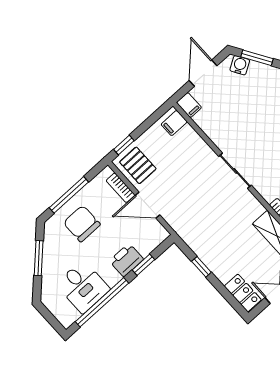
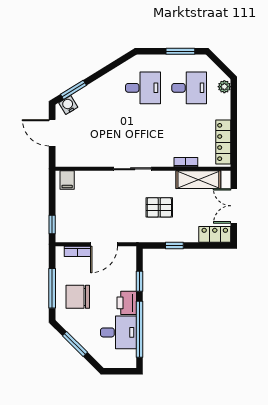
filing cabinet: (189, 105) -> (64, 160), removed
pallet: (138, 165) -> (159, 207), moved
printer: (126, 260) -> (127, 303), moved

